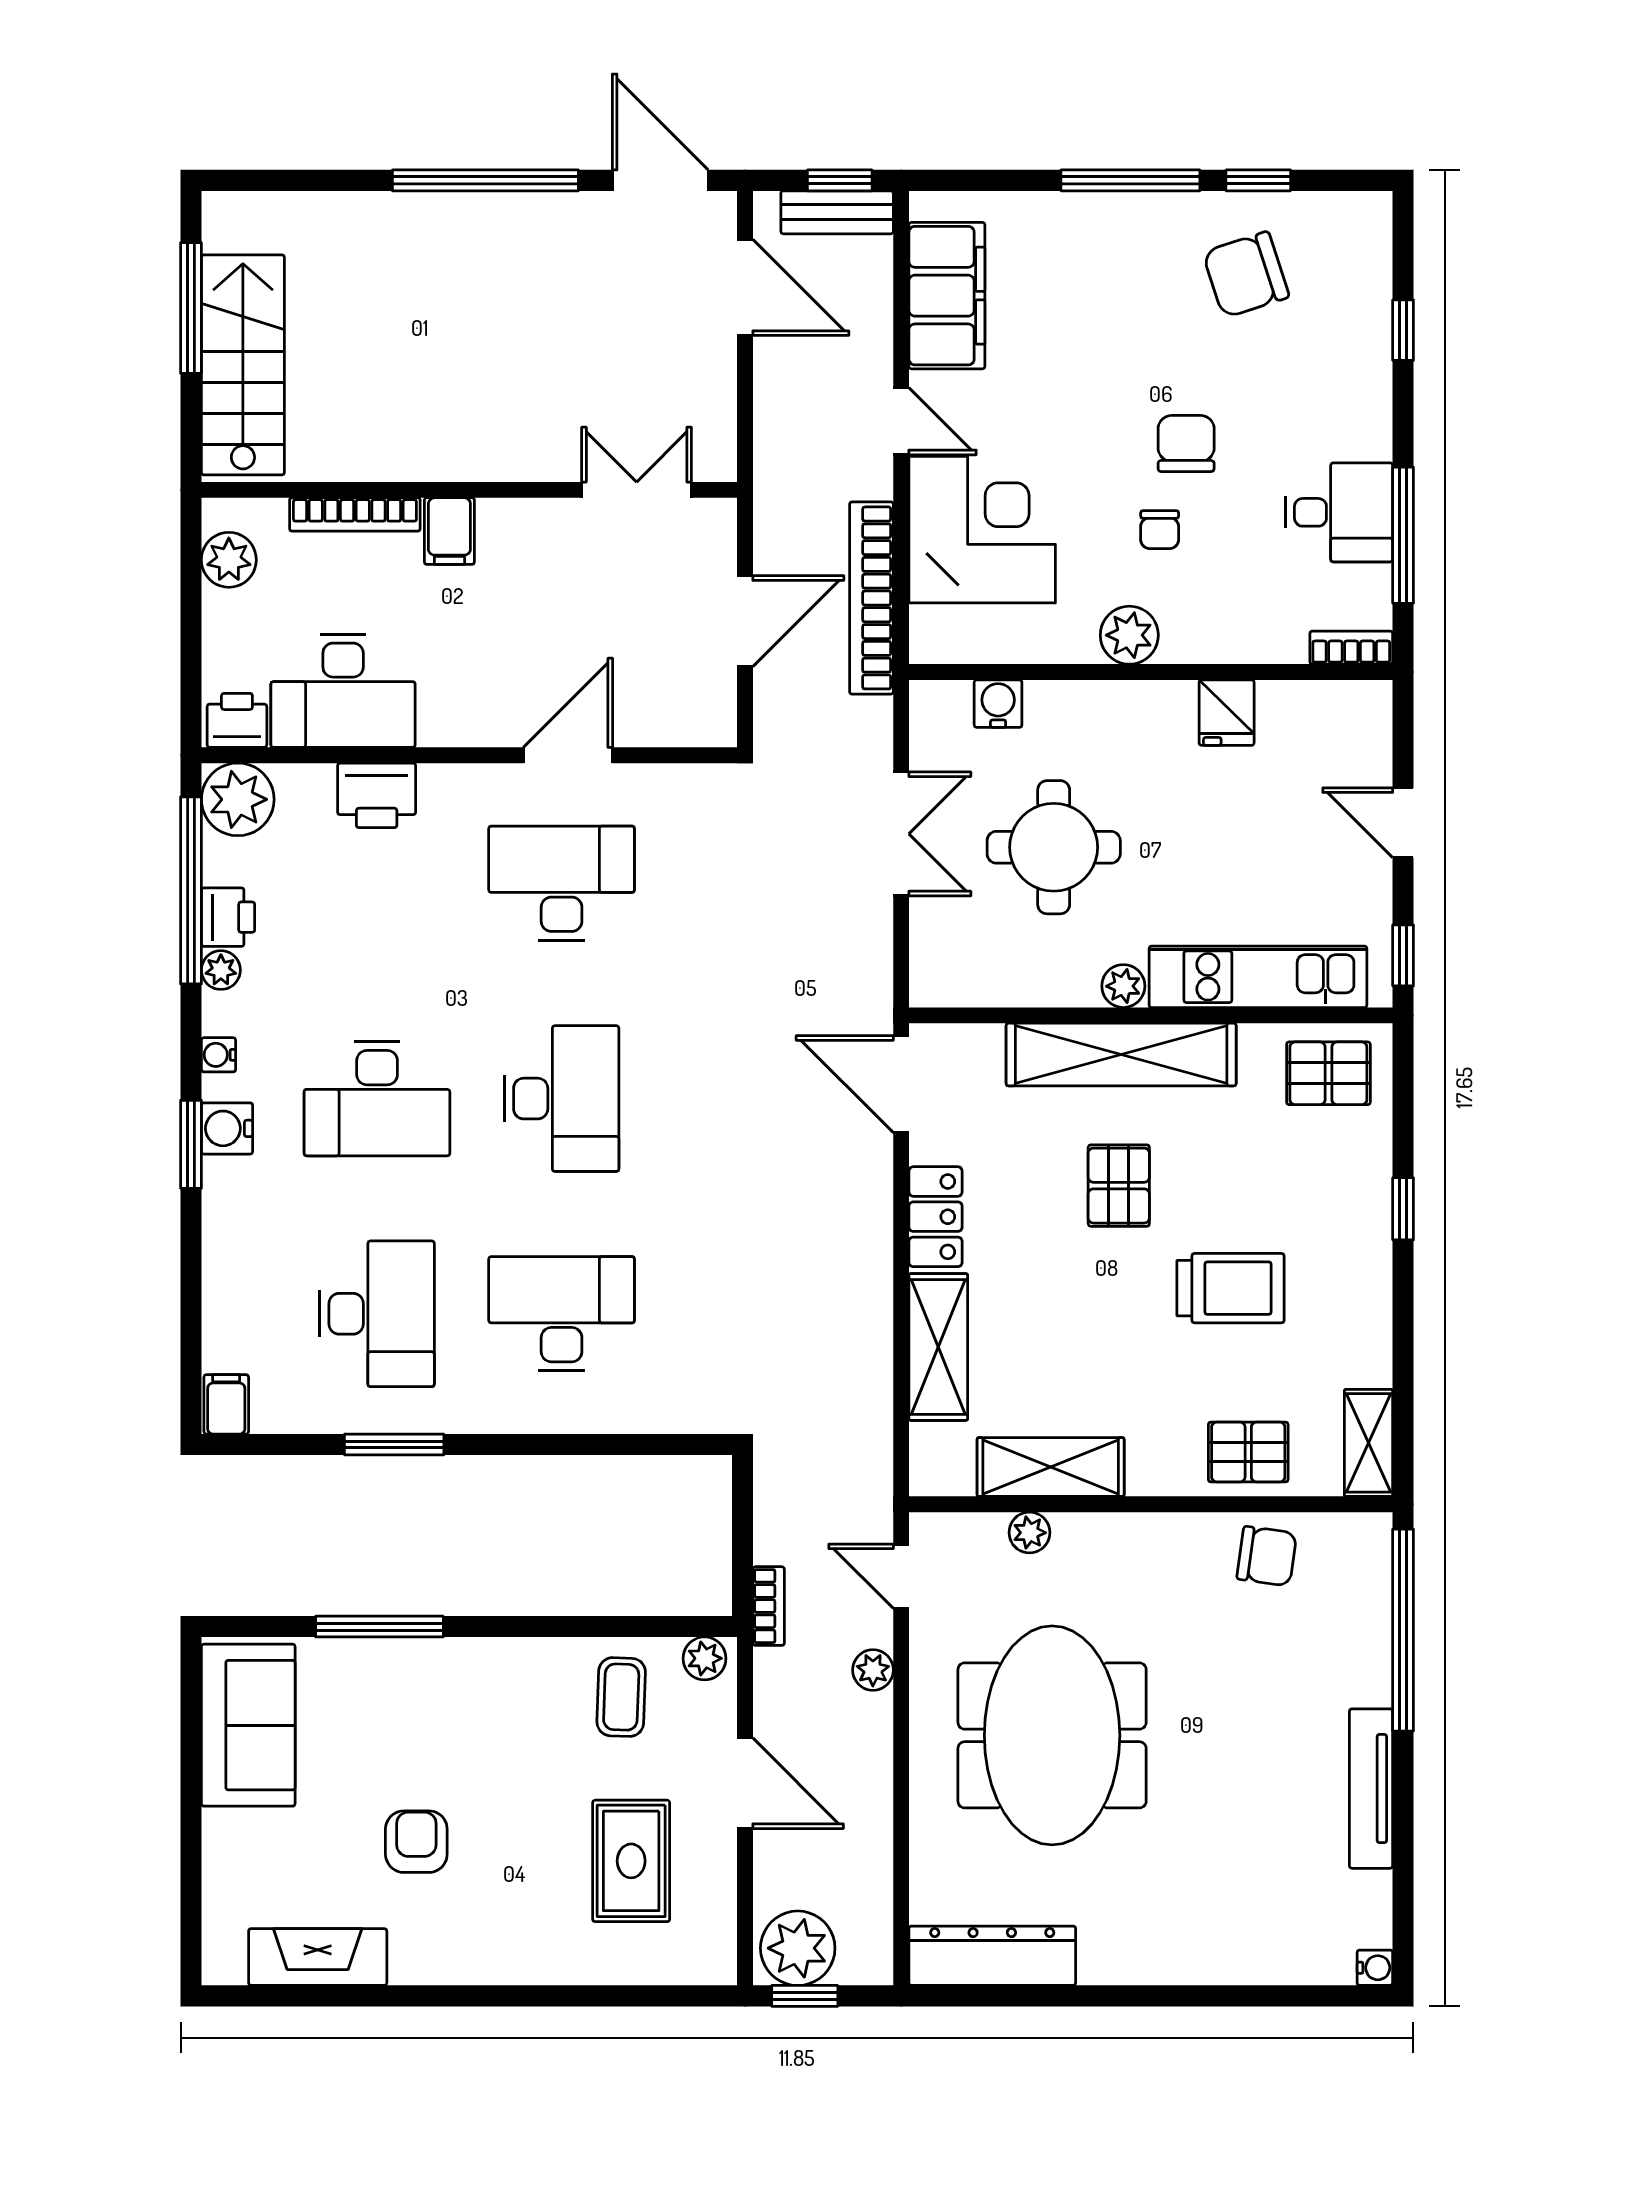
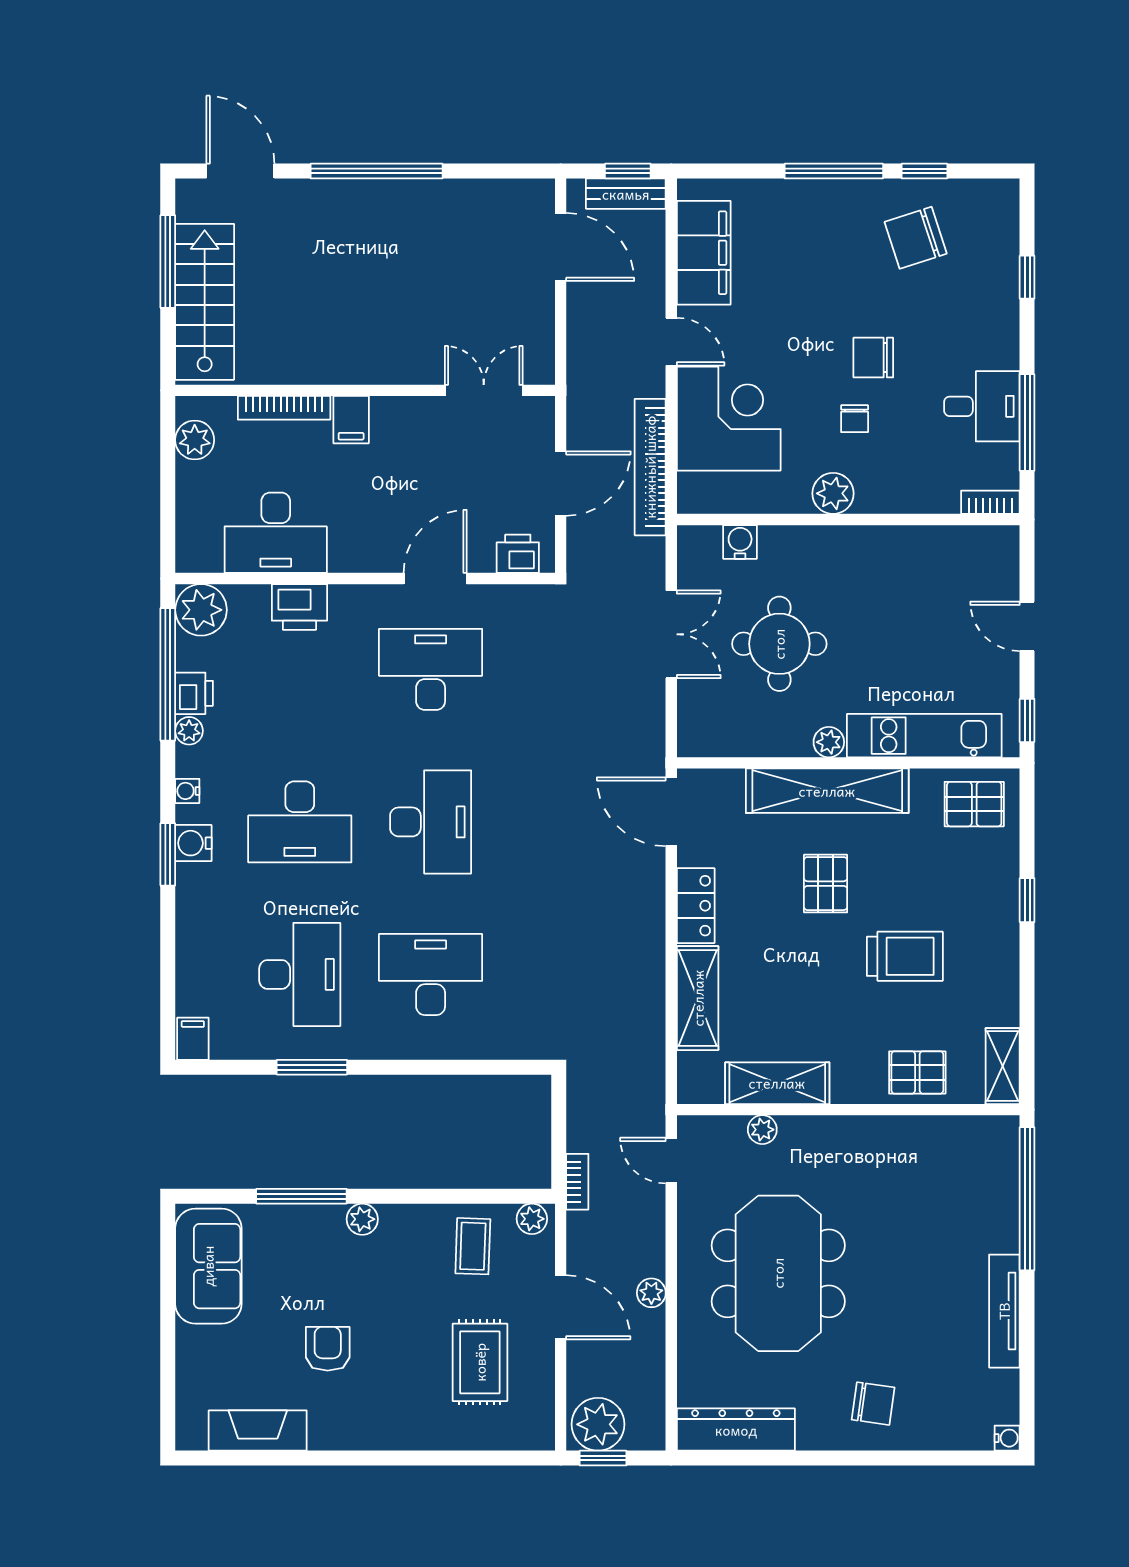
door: (660, 180) -> (240, 171), moved
chair: (1186, 444) -> (873, 358), turned -90
fridge: (1227, 713) -> (902, 548), removed
printer: (237, 720) -> (518, 554), moved
chair: (1267, 1556) -> (873, 1404), moved
plant: (465, 1659) -> (362, 1219), added
plant: (873, 1670) -> (651, 1293), moved

